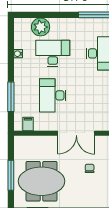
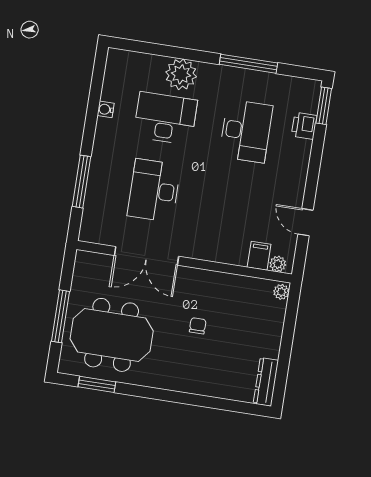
plant: (41, 27) -> (181, 74), moved
filing cabinet: (28, 124) -> (104, 233), removed
double door: (76, 133) -> (147, 256), moved

